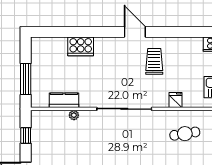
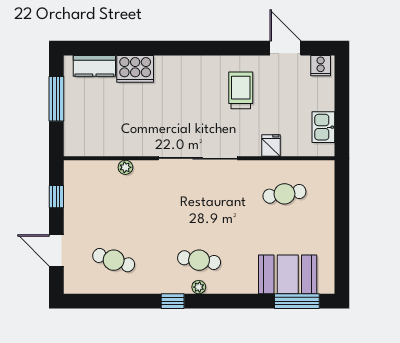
door: (135, 32) -> (285, 48), moved
window: (26, 79) -> (56, 99), moved
kitchen counter: (64, 100) -> (94, 66), moved, turned 180

